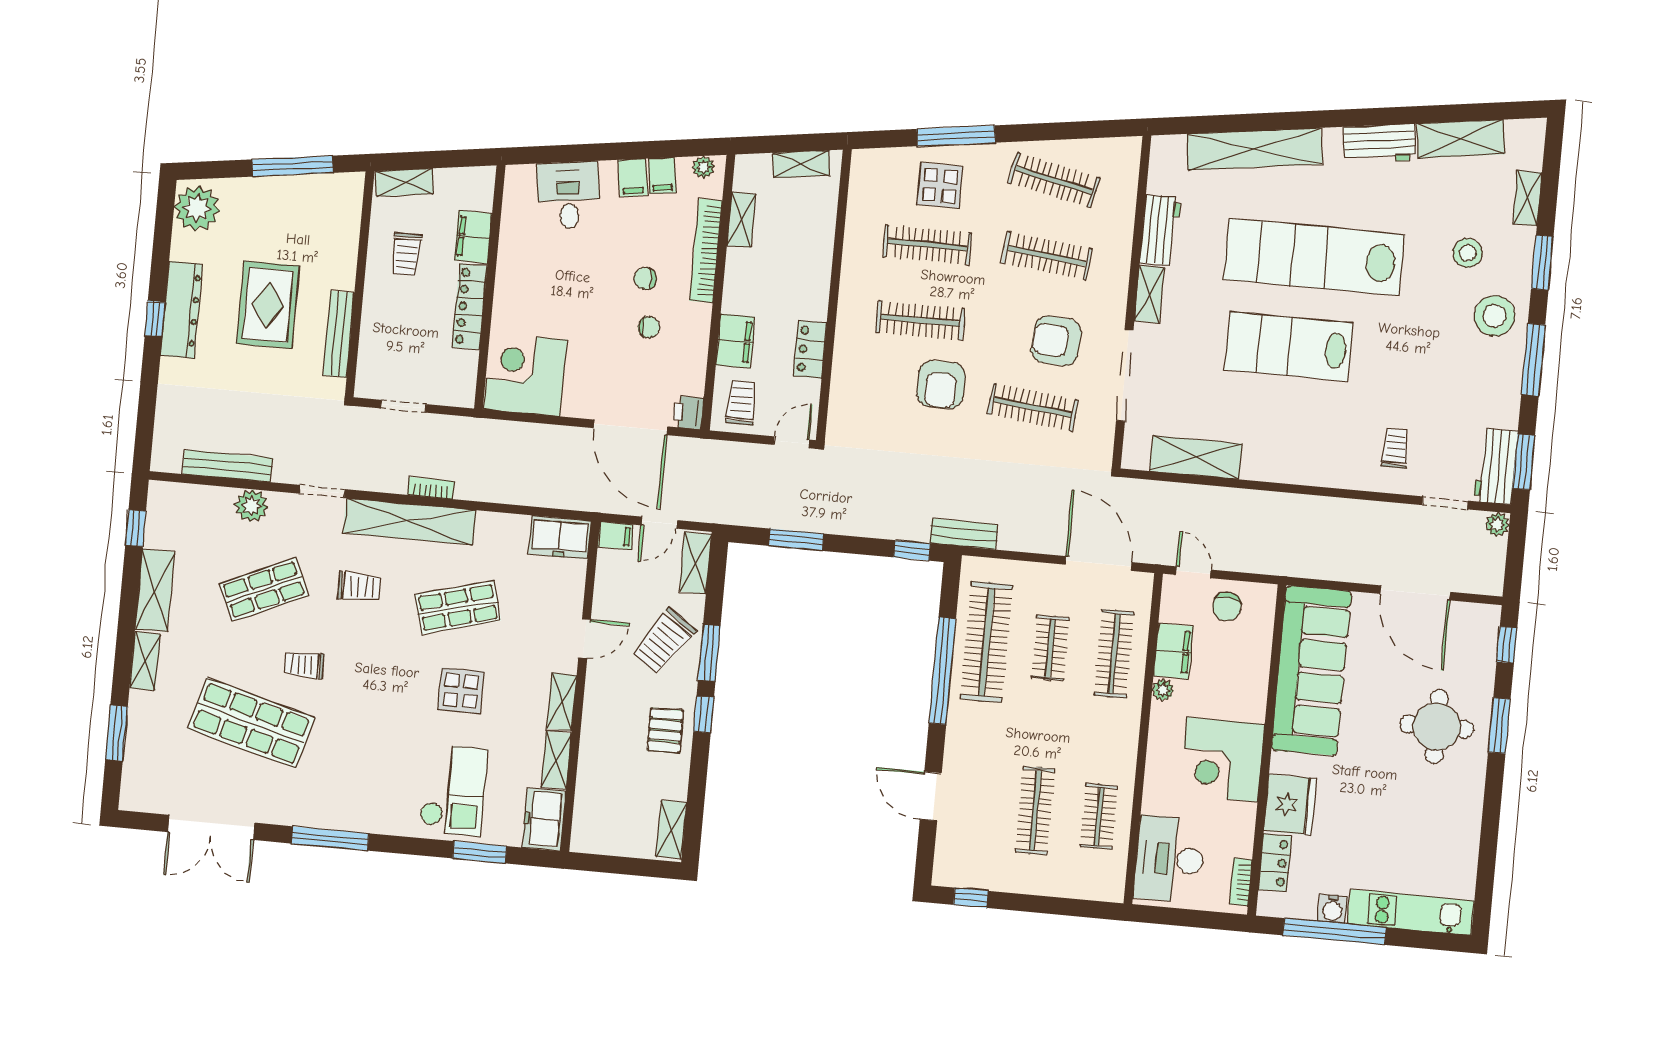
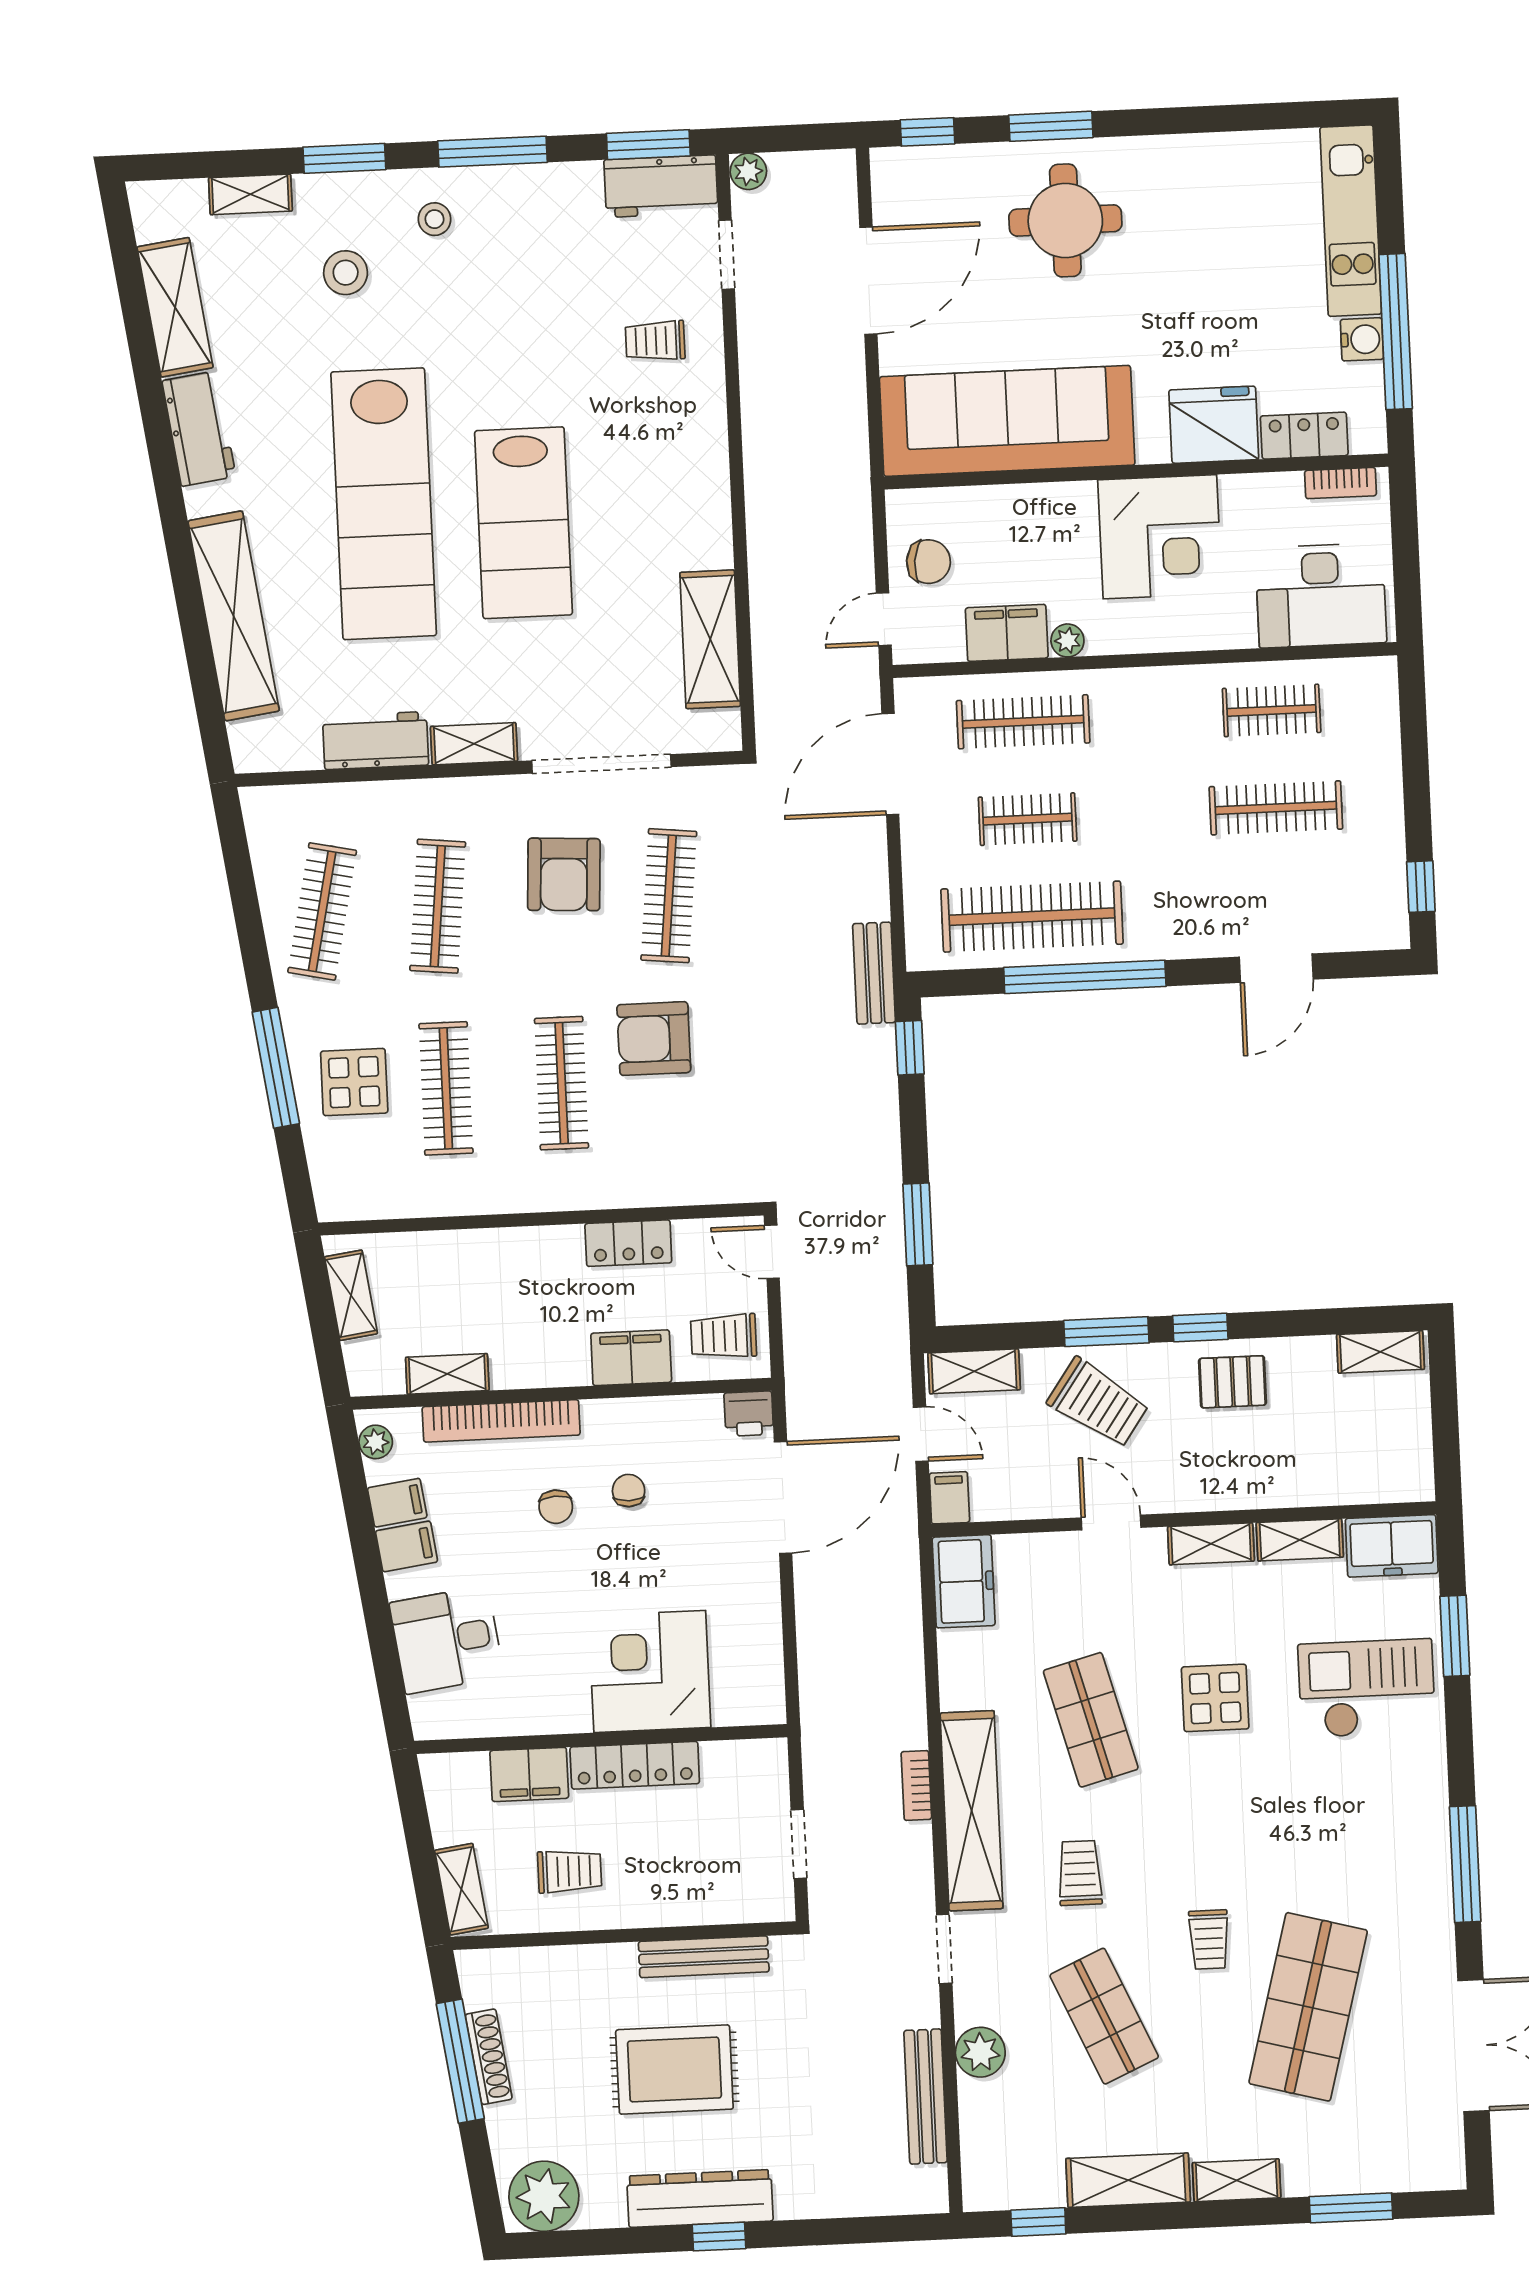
shoe rack: (293, 185) -> (489, 2057), added
stool: (1495, 316) -> (435, 219), width x0.53, depth x0.53
corner desk: (525, 374) -> (650, 1671), moved, turned 90
armchair: (941, 385) -> (654, 1039), turned 180

